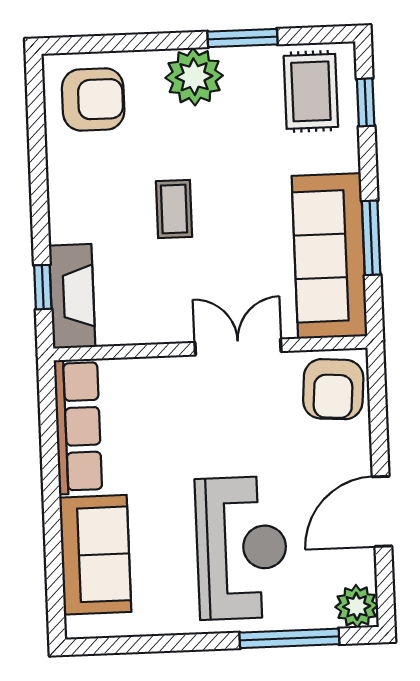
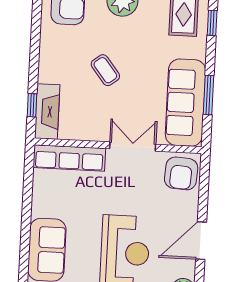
coffee table: (174, 209) -> (105, 70), turned -38
row of seats: (78, 426) -> (69, 158), moved, turned 90

